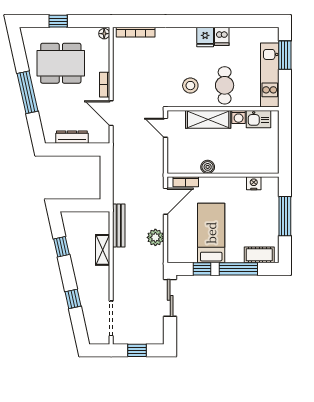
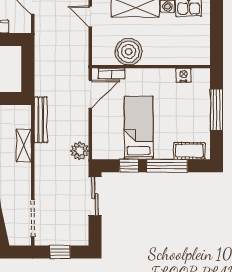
boiler: (208, 167) -> (129, 52), width x1.86, depth x1.86
plant: (155, 237) -> (80, 151), moved

